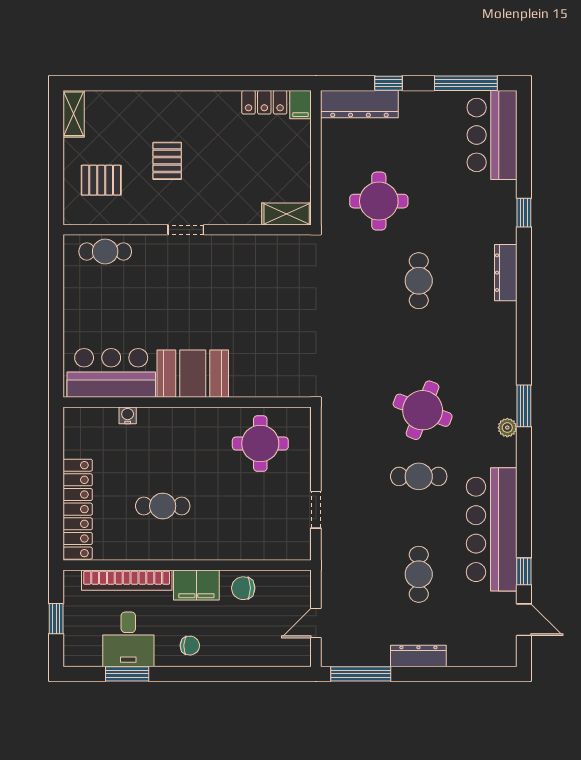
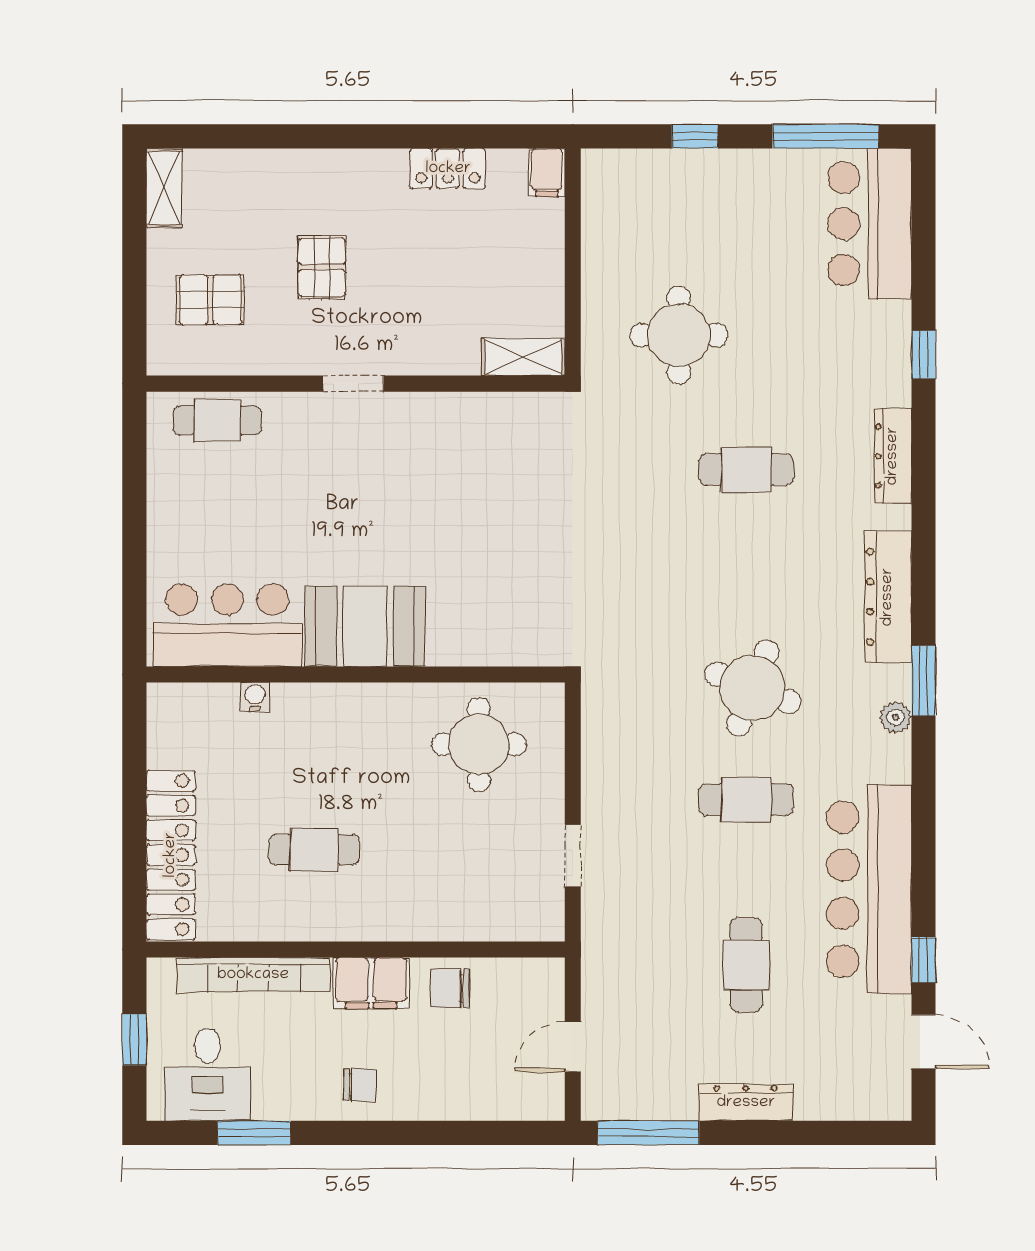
locker: (264, 102) -> (448, 169), moved
dresser: (359, 104) -> (888, 597), moved, turned 90
cafe table: (419, 281) -> (746, 470), turned 90
desk: (128, 639) -> (208, 1075), moved

